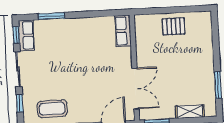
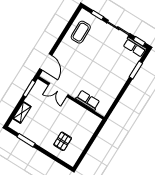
pallet: (174, 26) -> (63, 141), moved
row of seats: (123, 31) -> (88, 100), moved
double door: (135, 89) -> (58, 90), width x0.73

